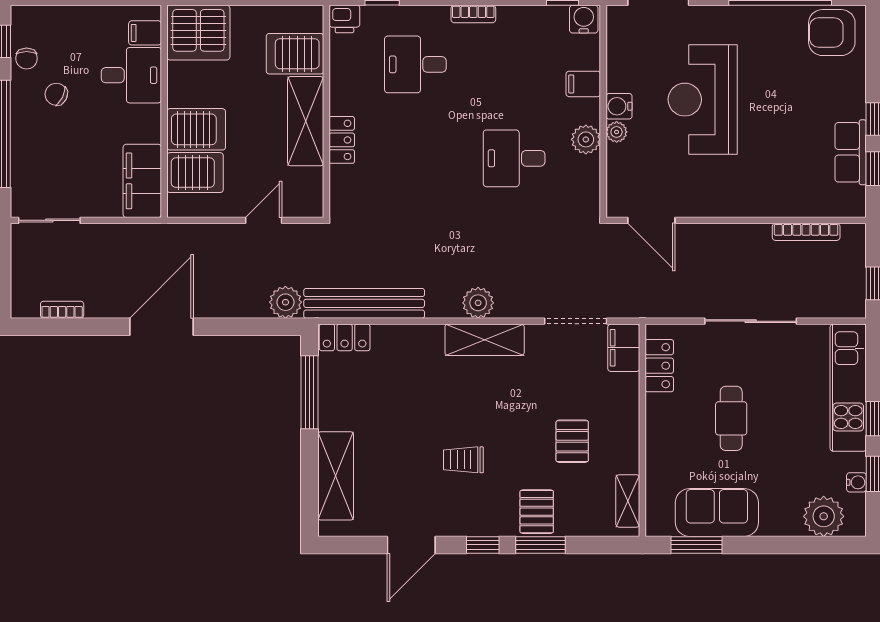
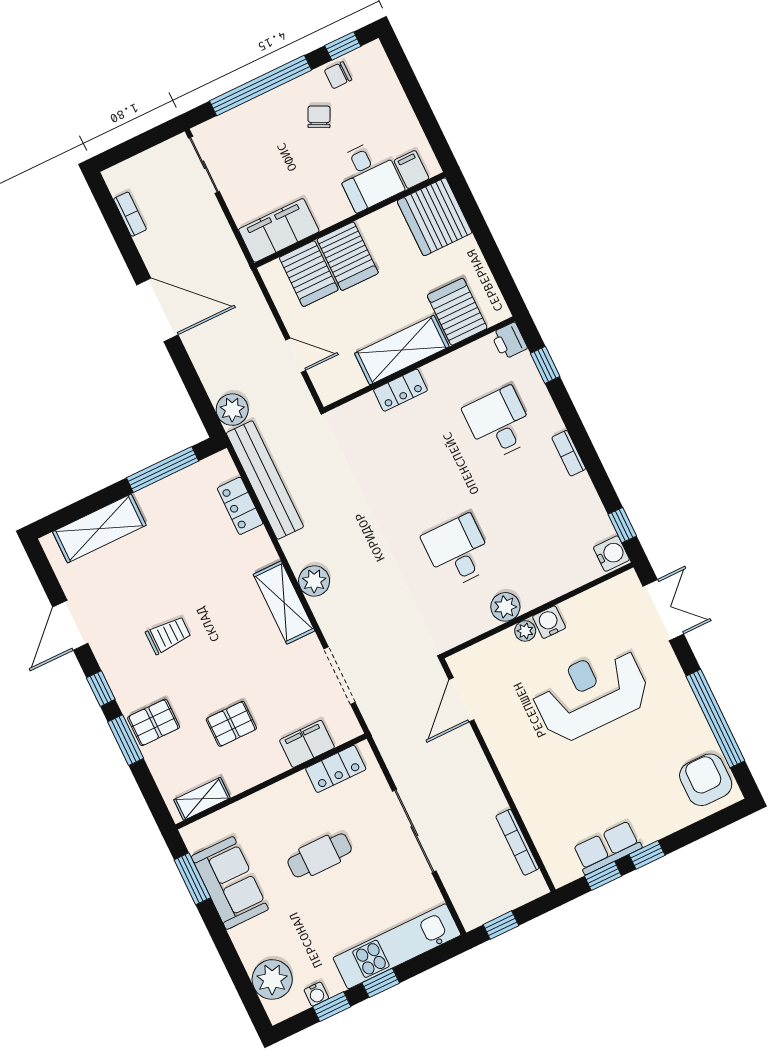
filing cabinet: (583, 84) -> (554, 581), removed
locker: (345, 337) -> (240, 506), moved
filing cabinet: (624, 348) -> (307, 744), moved
trolley: (463, 460) -> (168, 635), turned 90
door: (411, 545) -> (70, 625), hinge flipped

